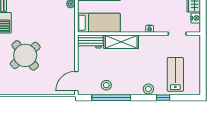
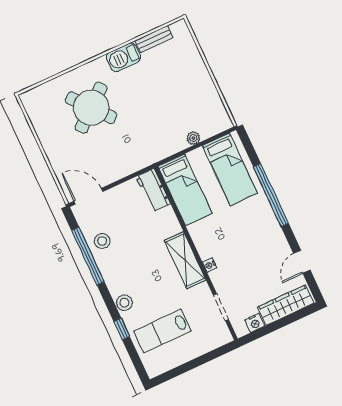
shelving: (121, 42) -> (185, 260), moved
lab bench: (175, 74) -> (162, 331), turned 180

